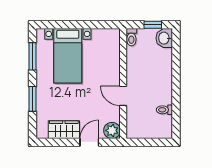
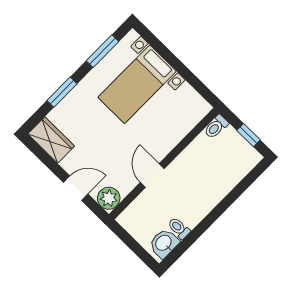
washbasin: (164, 38) -> (164, 243), moved
wardrobe: (64, 130) -> (51, 140), moved

